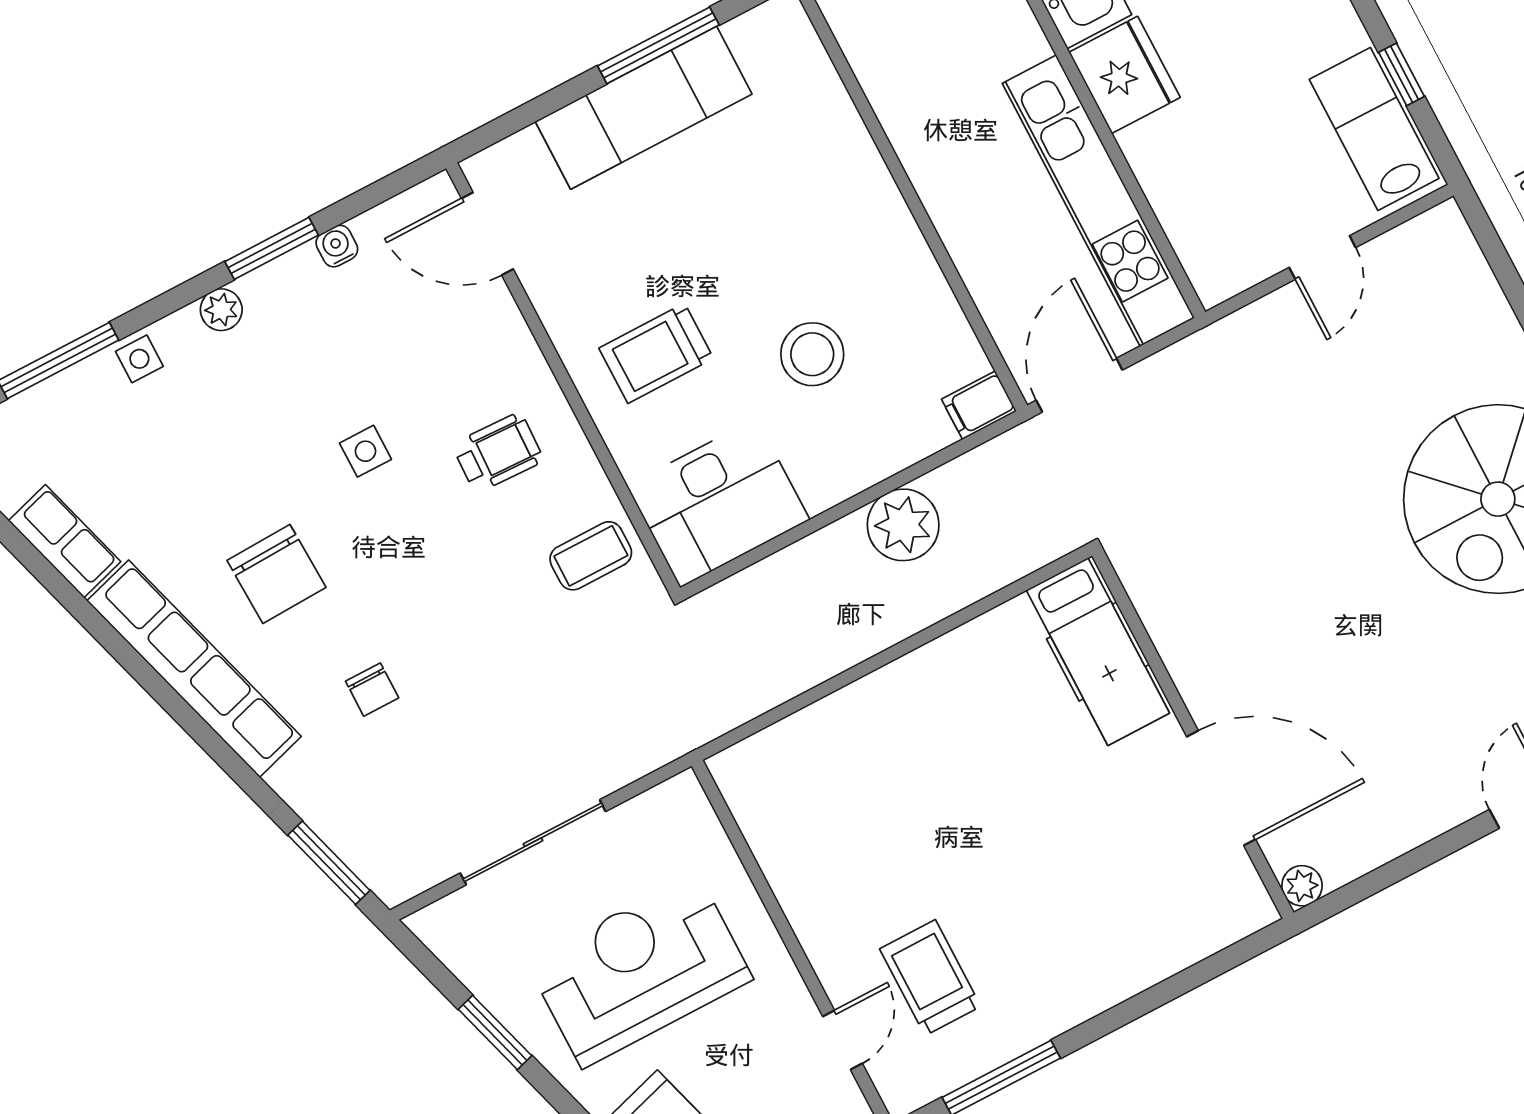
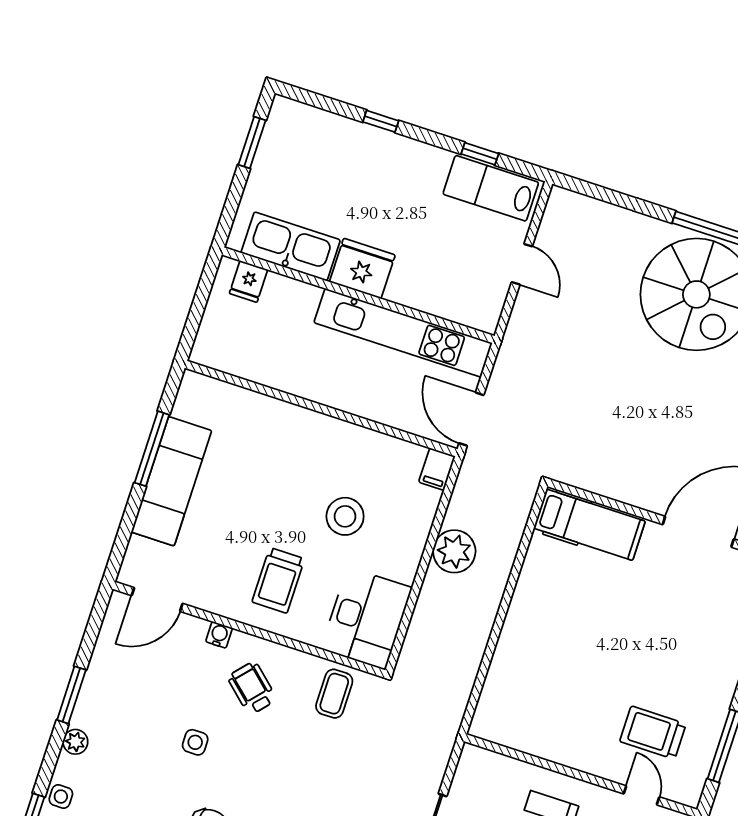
water cooler: (337, 246) -> (219, 635), moved, turned 90
wheelchair: (498, 453) -> (252, 688), turned -50

